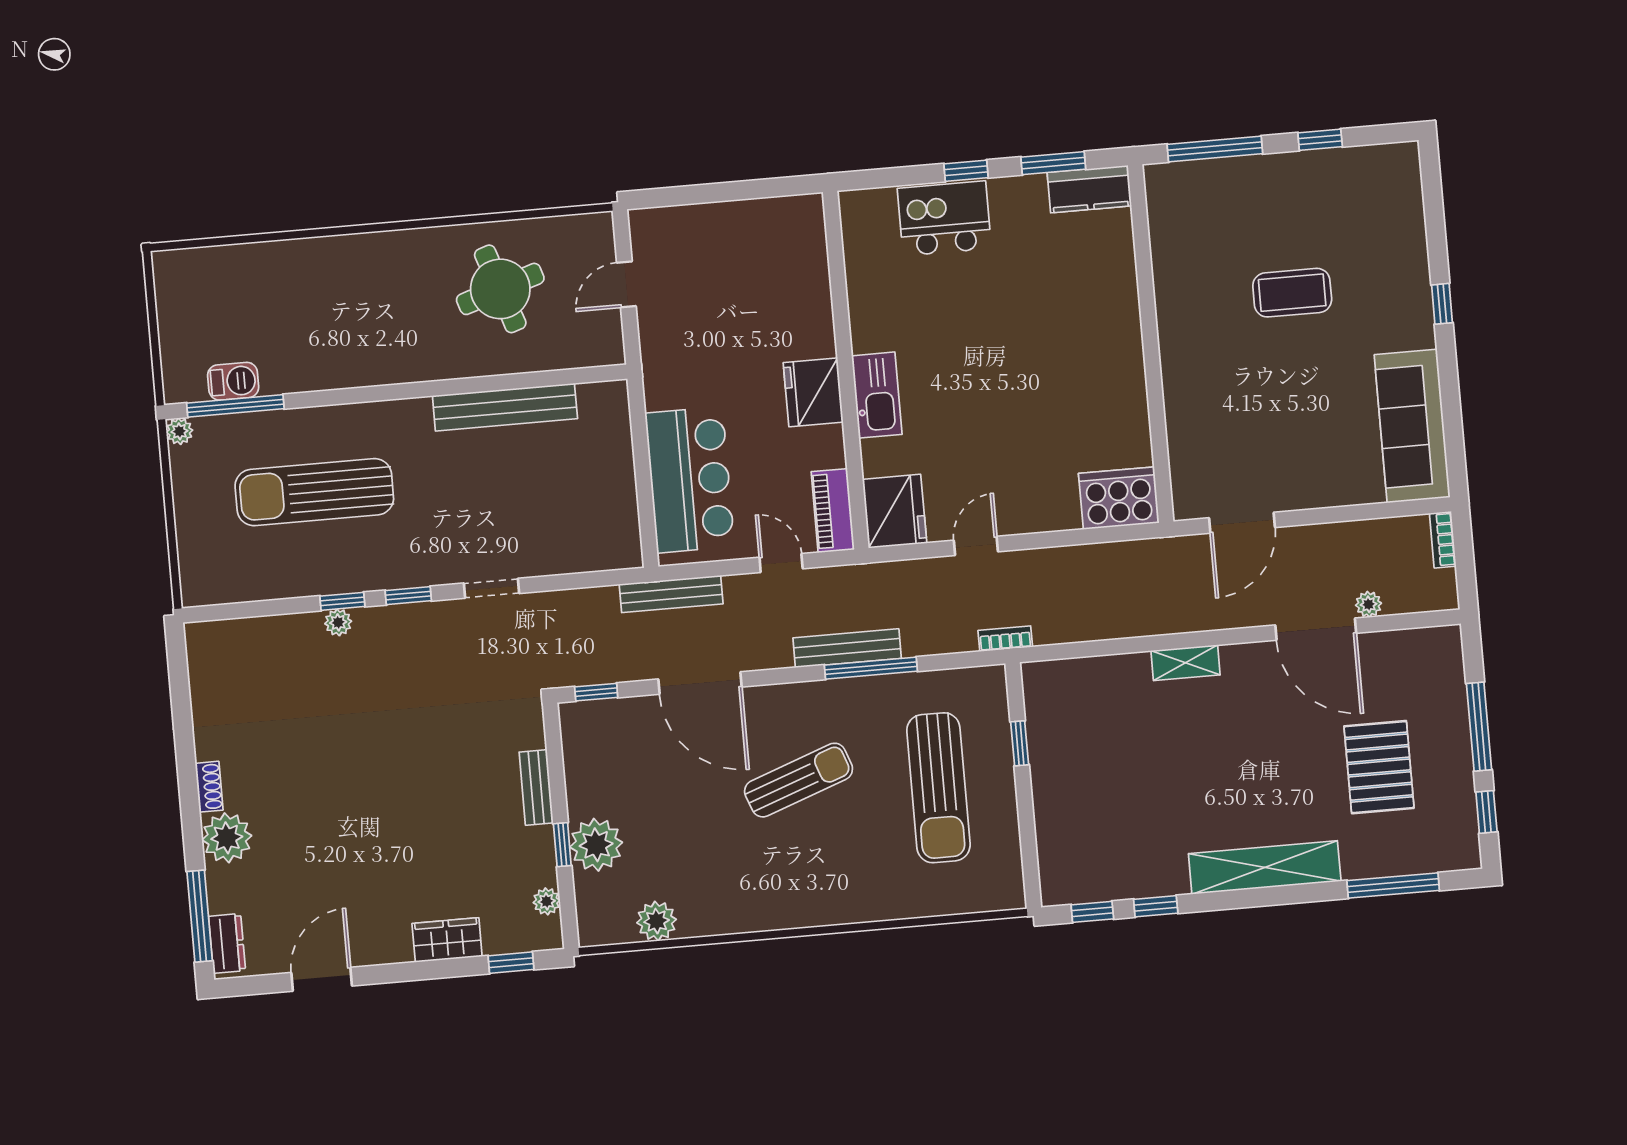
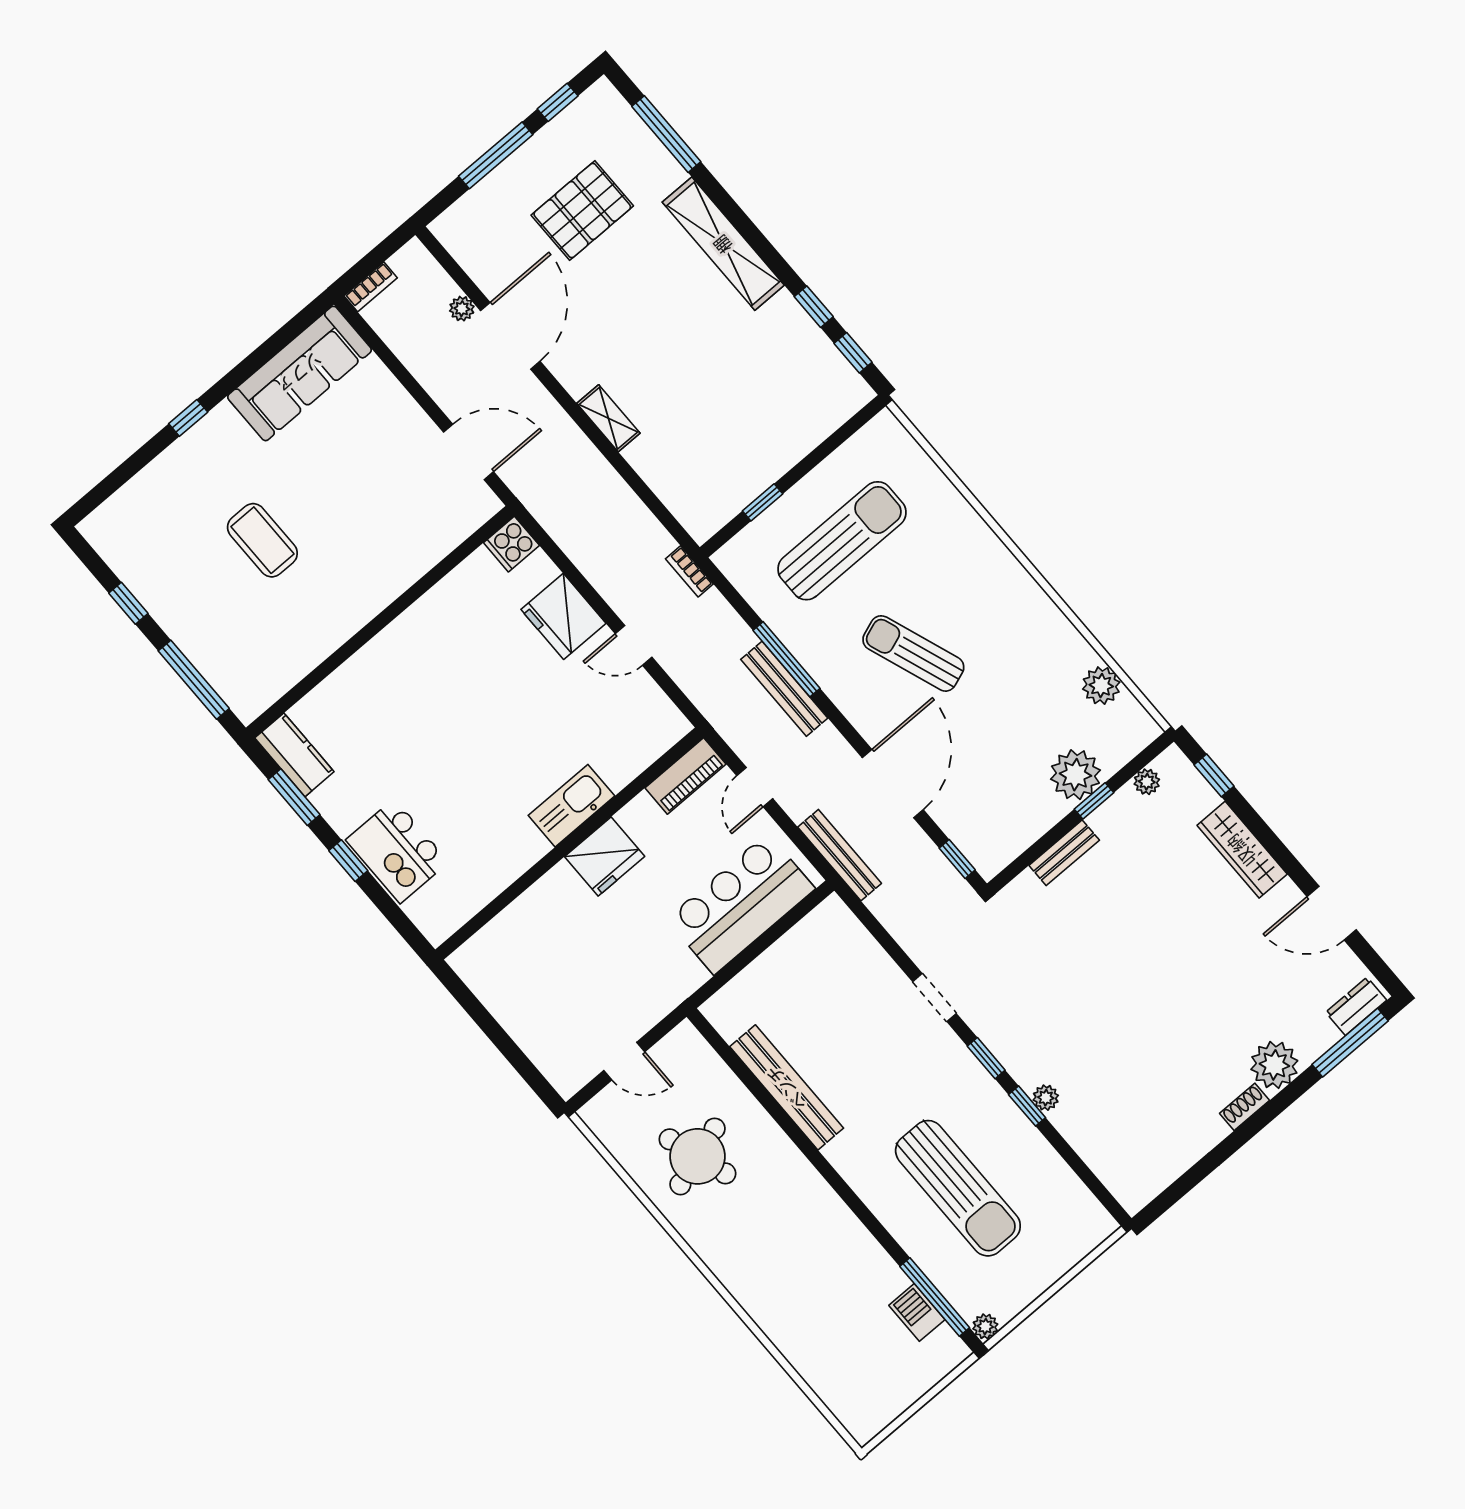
cooker: (1119, 498) -> (511, 544), width x0.53, depth x0.76
fridge: (895, 511) -> (563, 616), moved, turned -90
wardrobe: (447, 940) -> (1242, 850), width x1.50

